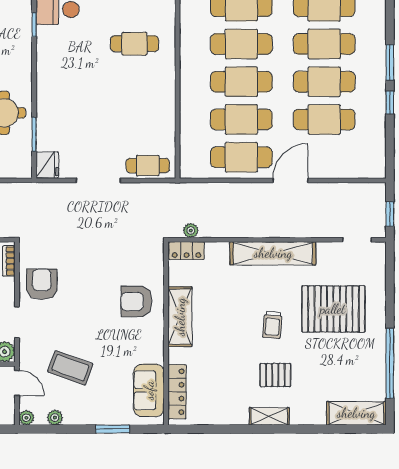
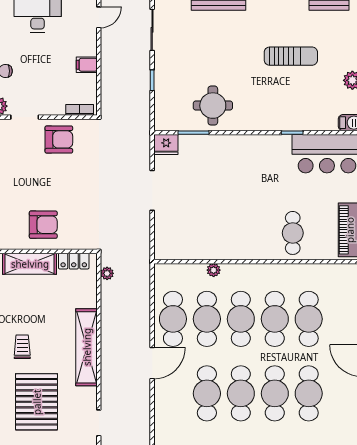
cafe table: (134, 44) -> (293, 233), moved
plant: (187, 112) -> (214, 270), added
cafe table: (148, 166) -> (165, 235), removed
door: (290, 180) -> (152, 363), hinge flipped
locker: (186, 251) -> (74, 261), moved, turned -90
armchair: (136, 301) -> (43, 225), turned 90
trolley: (272, 325) -> (22, 347), turned 85

